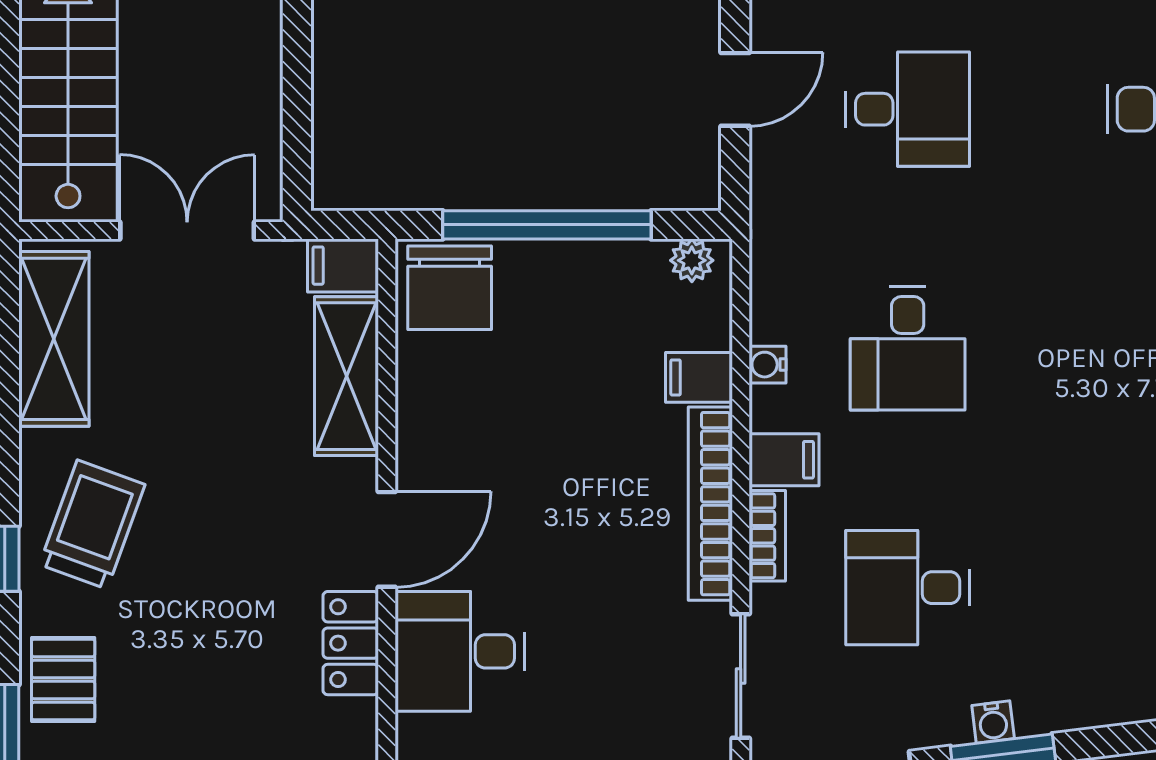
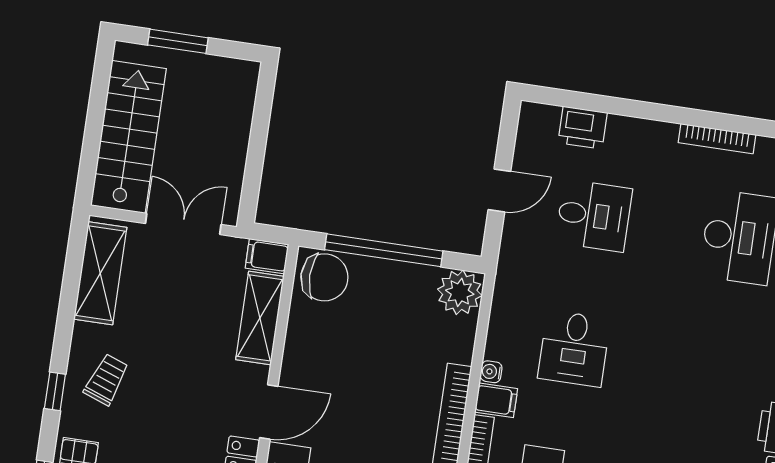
plant: (692, 260) -> (460, 292), width x1.88, depth x1.88
chair: (450, 288) -> (324, 277), turned -90
water cooler: (768, 365) -> (491, 372), moved
filing cabinet: (699, 377) -> (456, 348), removed
trolley: (92, 524) -> (106, 380), width x0.73, depth x0.72

